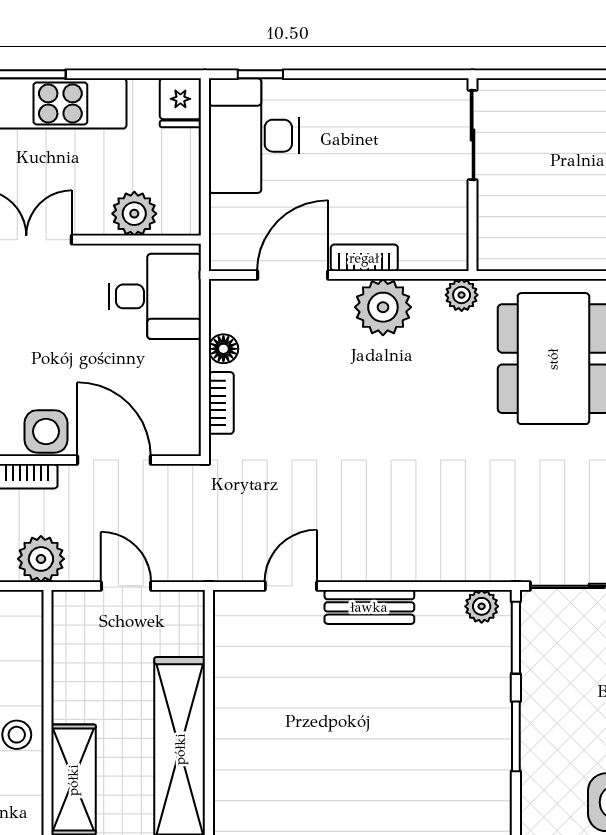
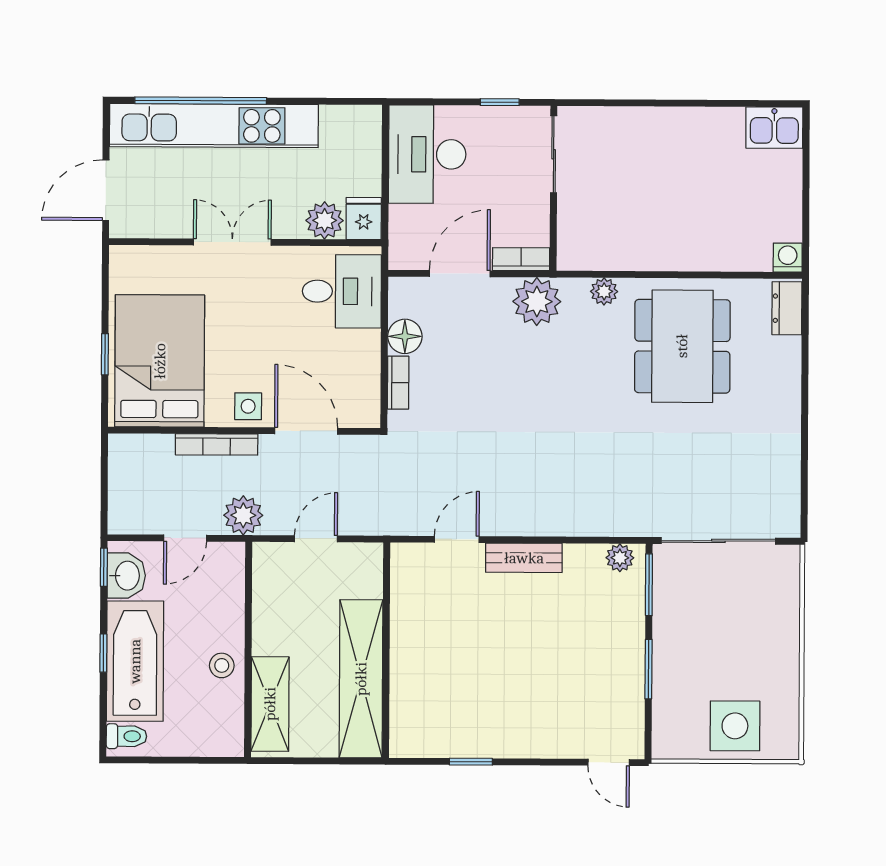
window: (260, 74) -> (500, 102), moved
fridge: (180, 103) -> (364, 218), moved, turned 180
sliding door: (473, 135) -> (554, 154), moved
wall: (473, 175) -> (553, 188), moved
floor lamp: (223, 349) -> (405, 336), width x1.37, depth x1.37
side table: (46, 431) -> (248, 406), width x0.73, depth x0.73
door: (126, 586) -> (316, 539), hinge flipped

